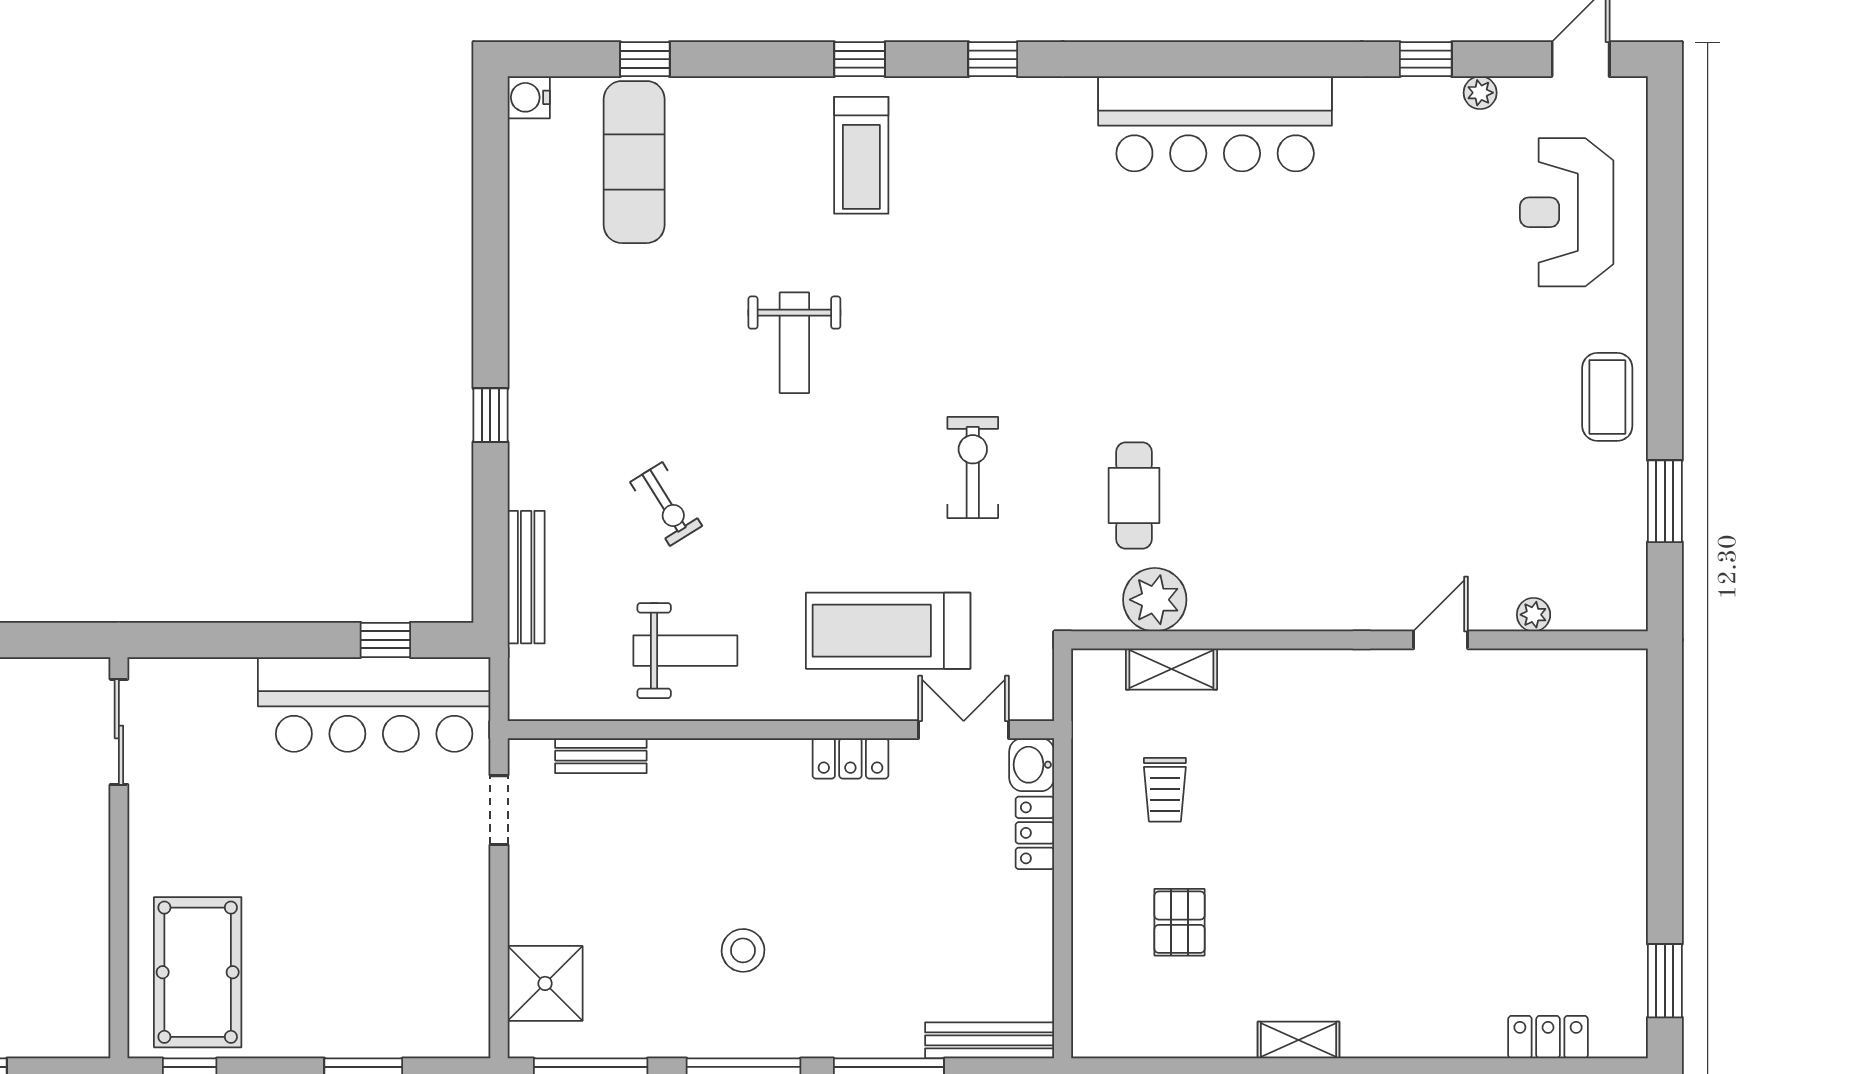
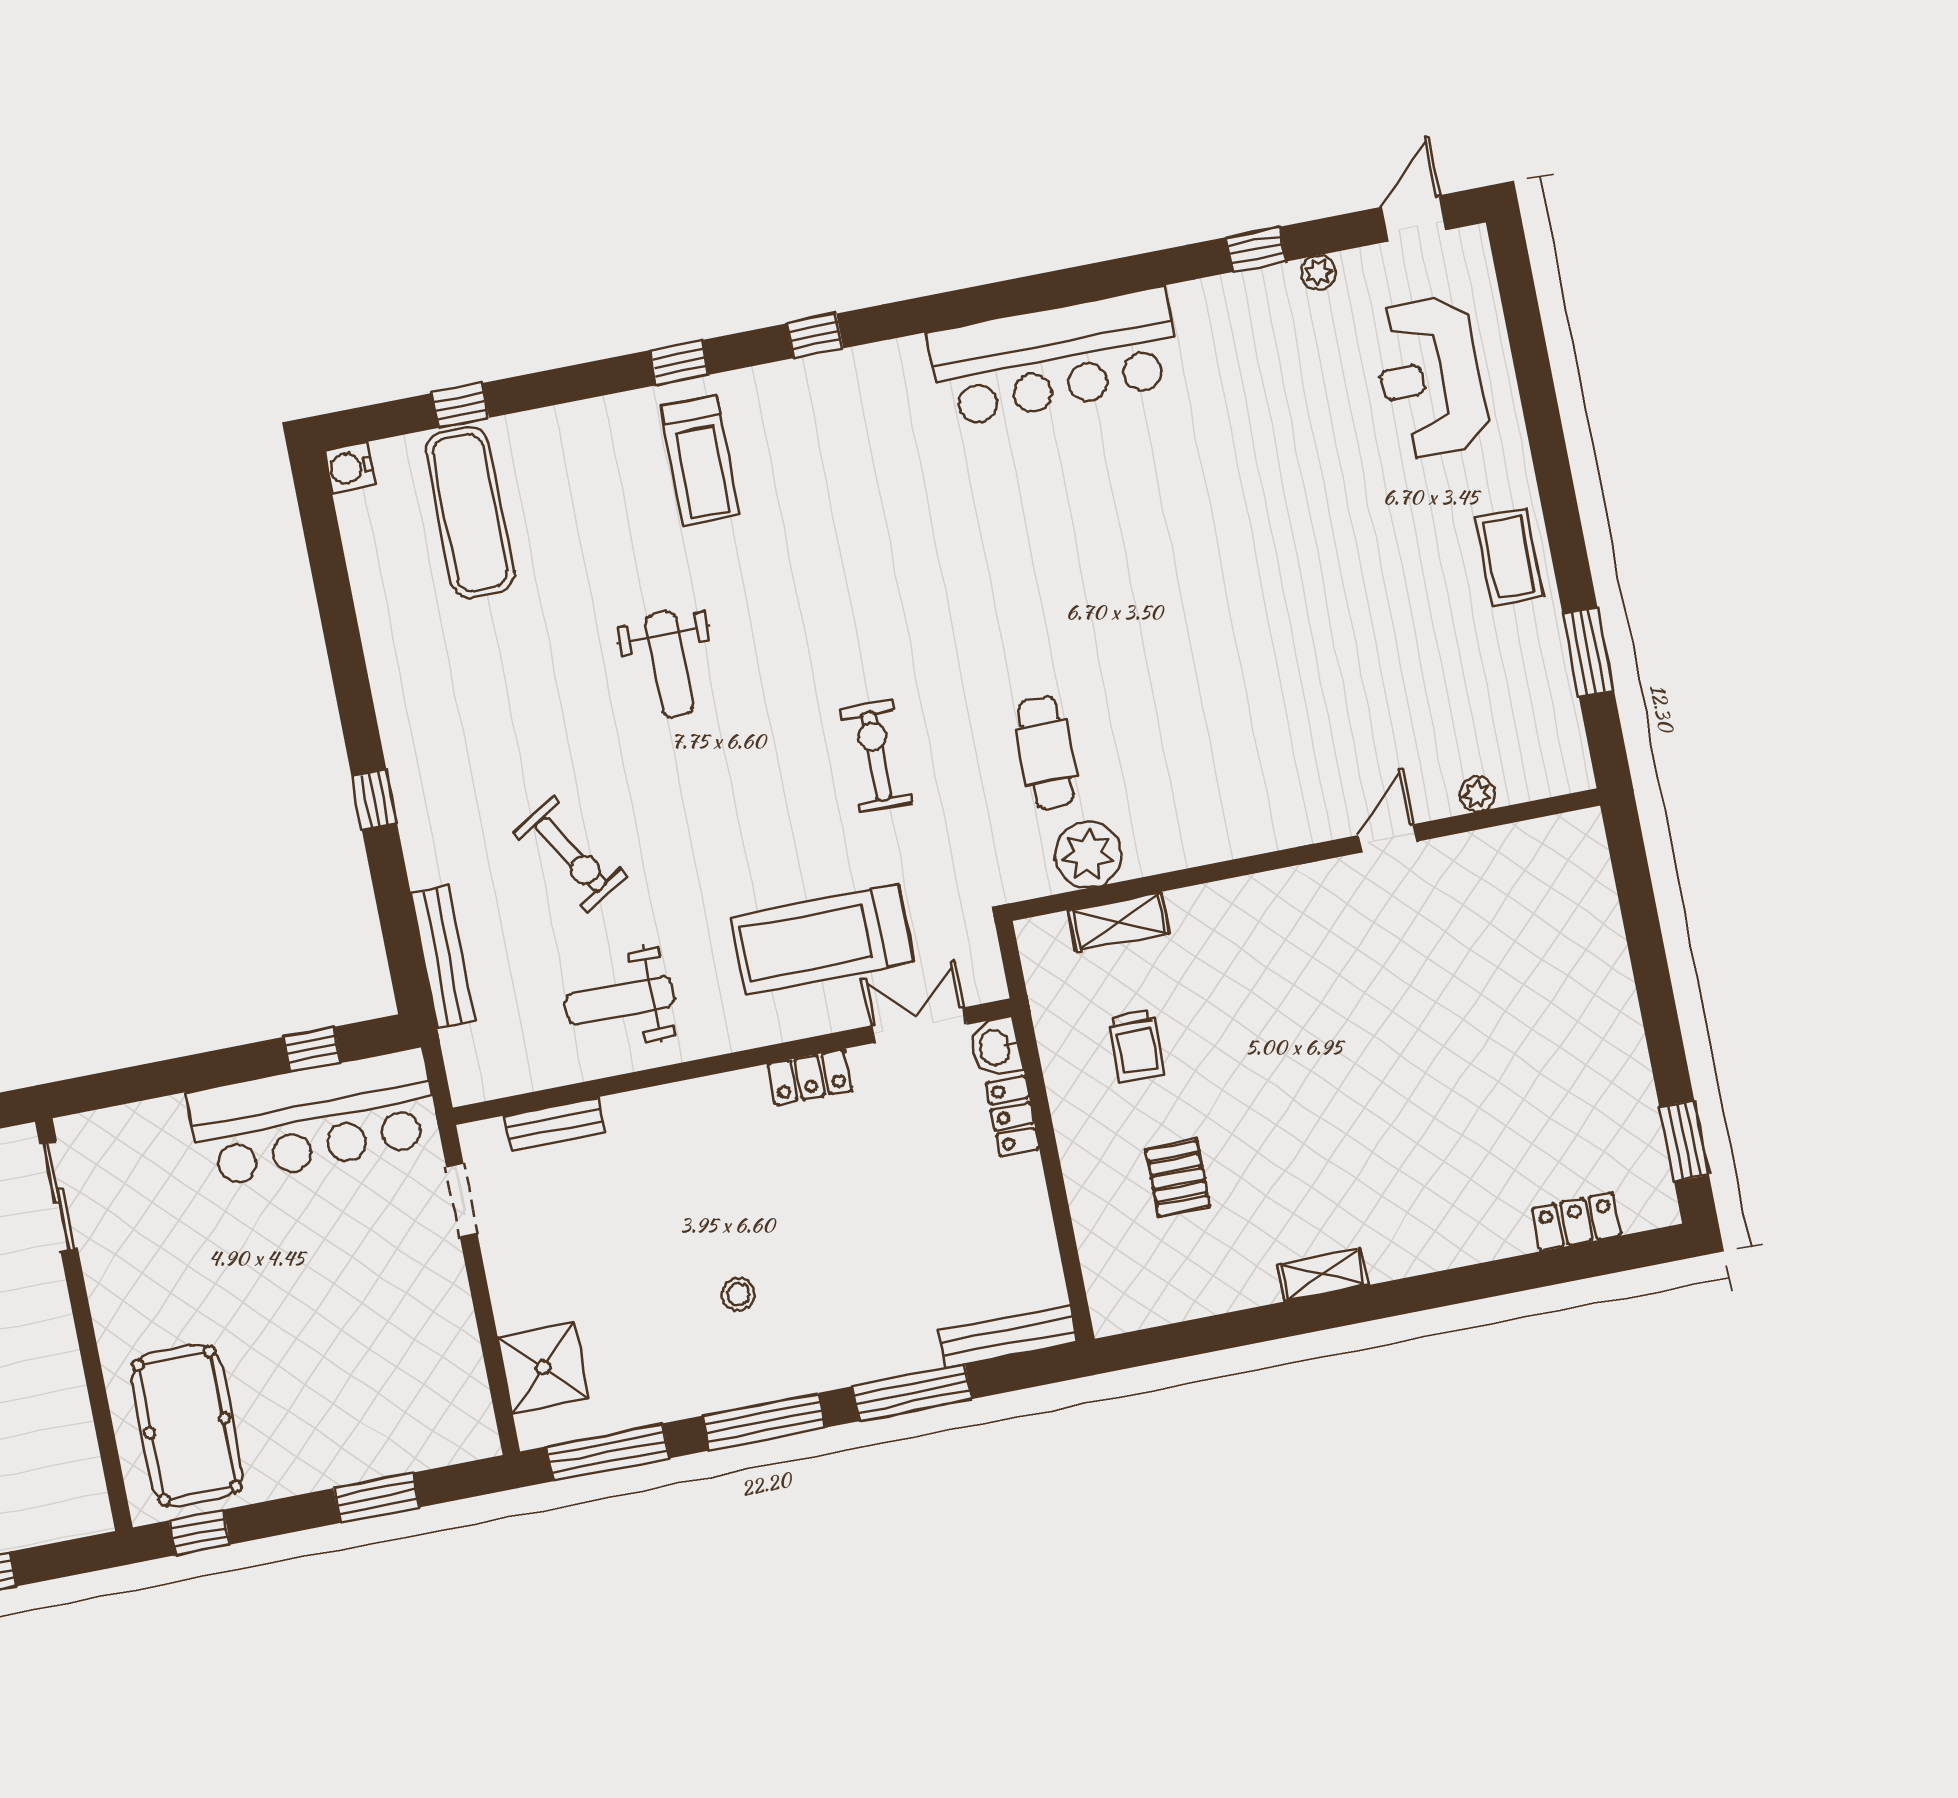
exercise bike: (666, 504) -> (571, 855), width x1.38, depth x1.39
weight bench: (685, 651) -> (620, 1000), turned 180
stool: (743, 950) -> (738, 1294), width x0.73, depth x0.73

